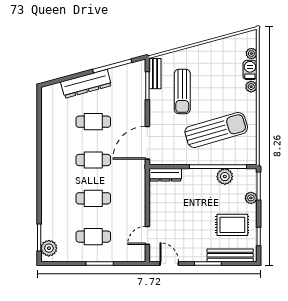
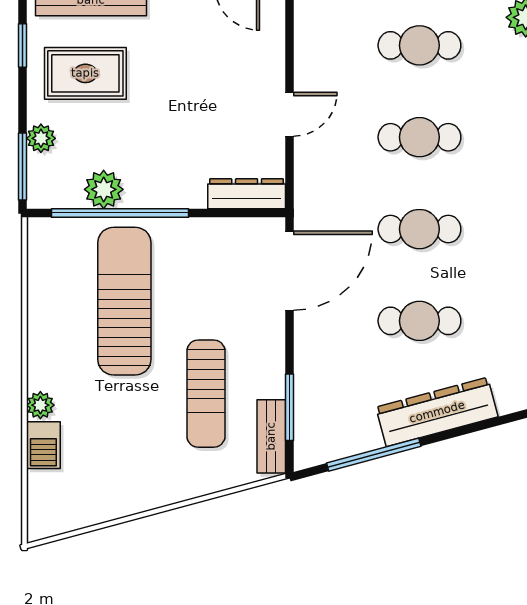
plant: (251, 53) -> (40, 485), removed
sun lounger: (182, 91) -> (206, 394), turned 180
sun lounger: (216, 130) -> (124, 301), turned 106
door: (147, 235) -> (289, 114), moved

